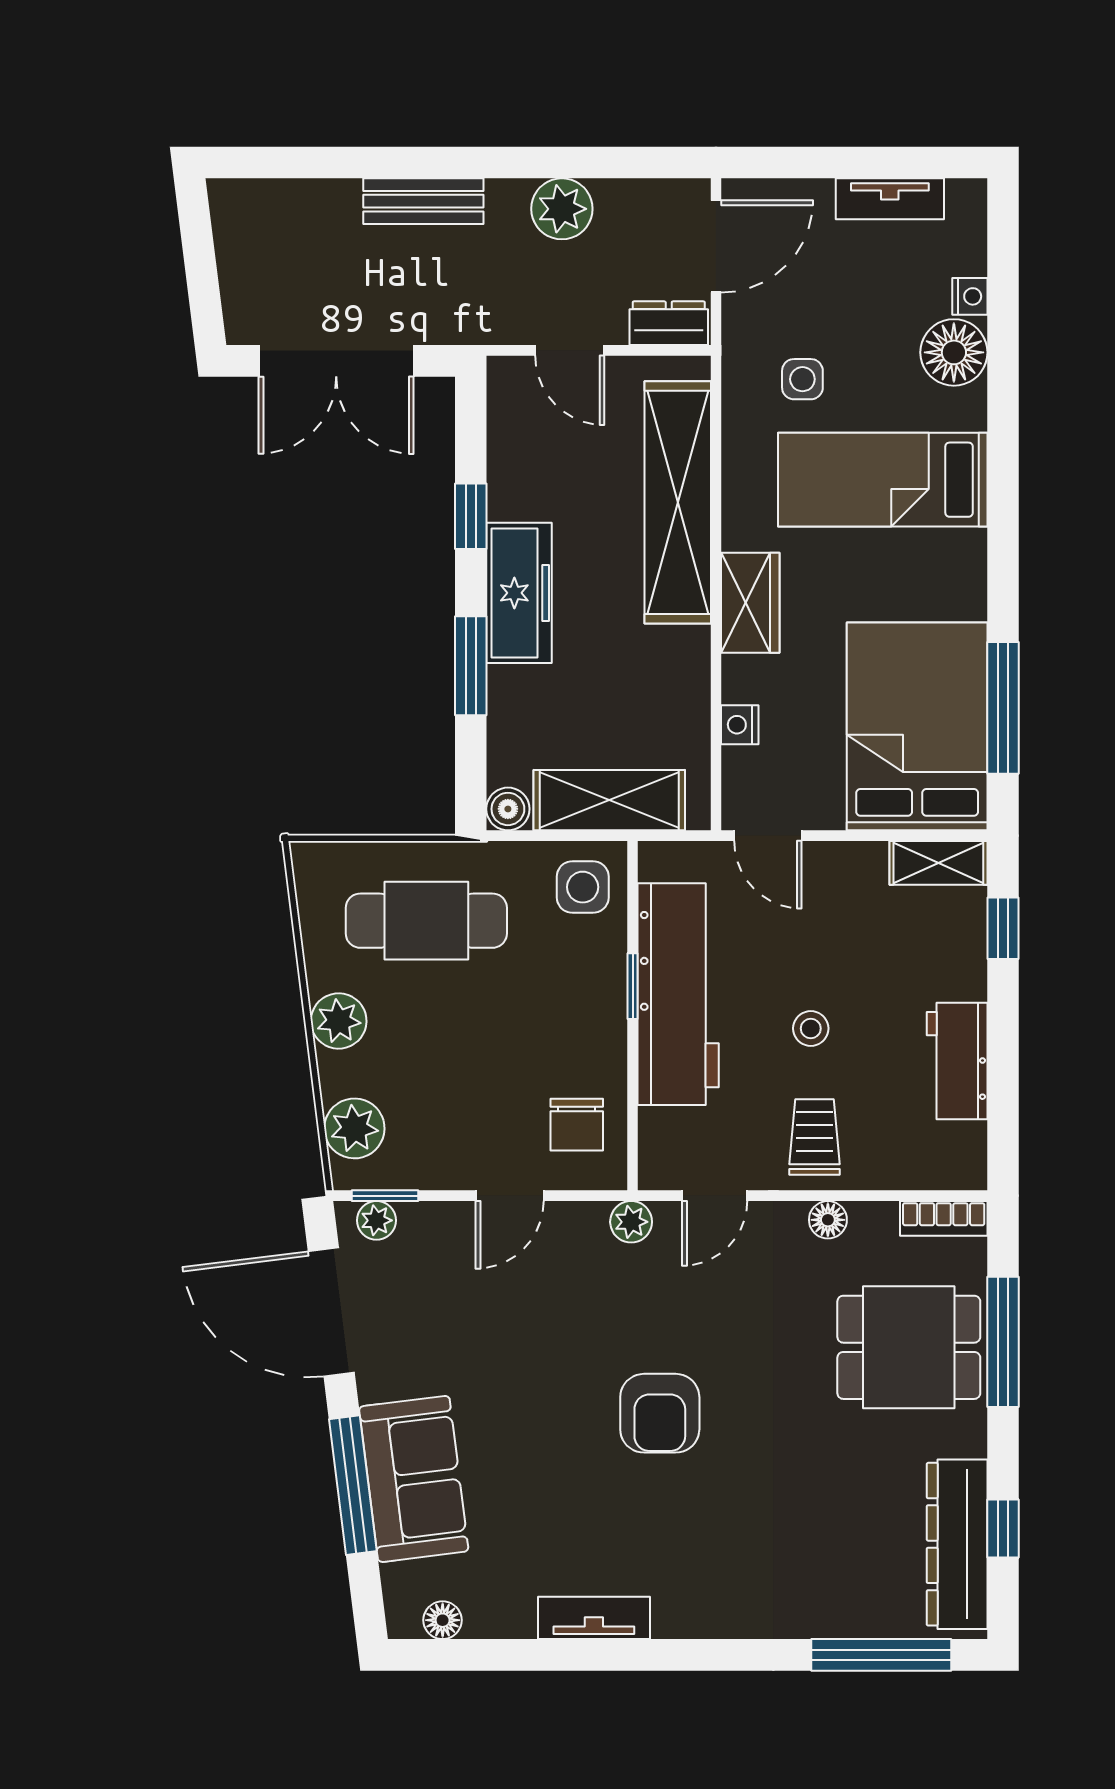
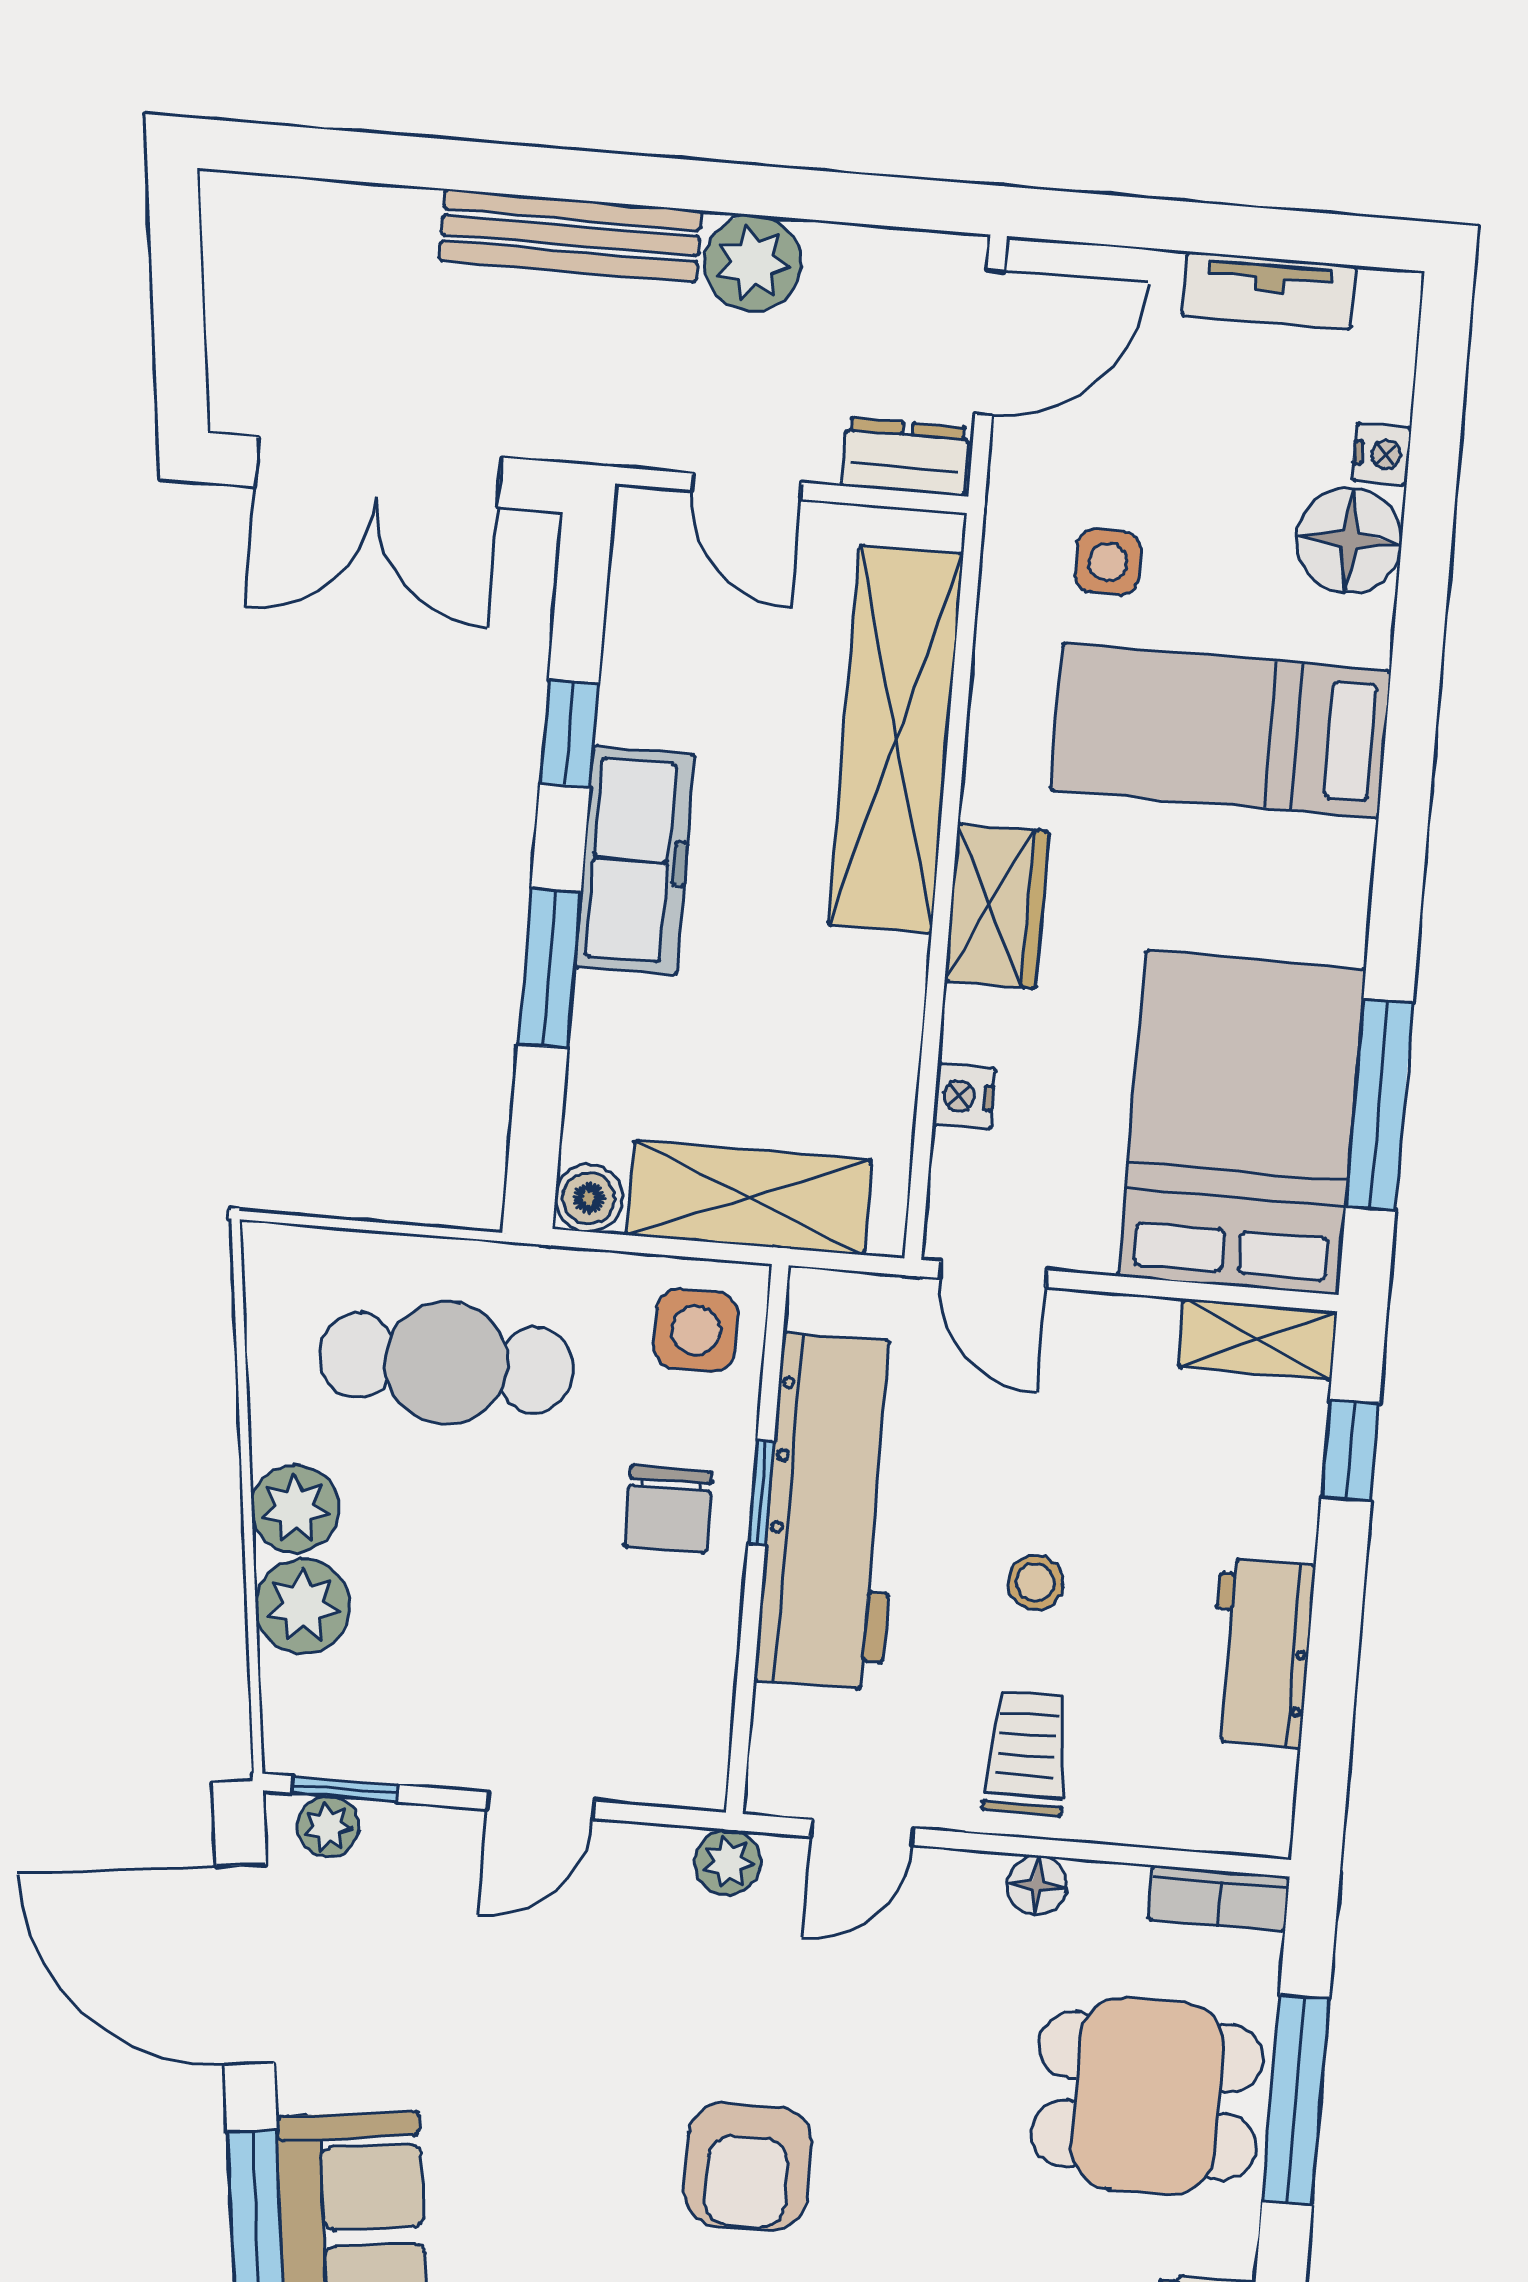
bench: (423, 201) -> (571, 236), width x1.36
chair: (577, 1125) -> (668, 1509), moved
plant: (354, 1128) -> (303, 1606), moved

